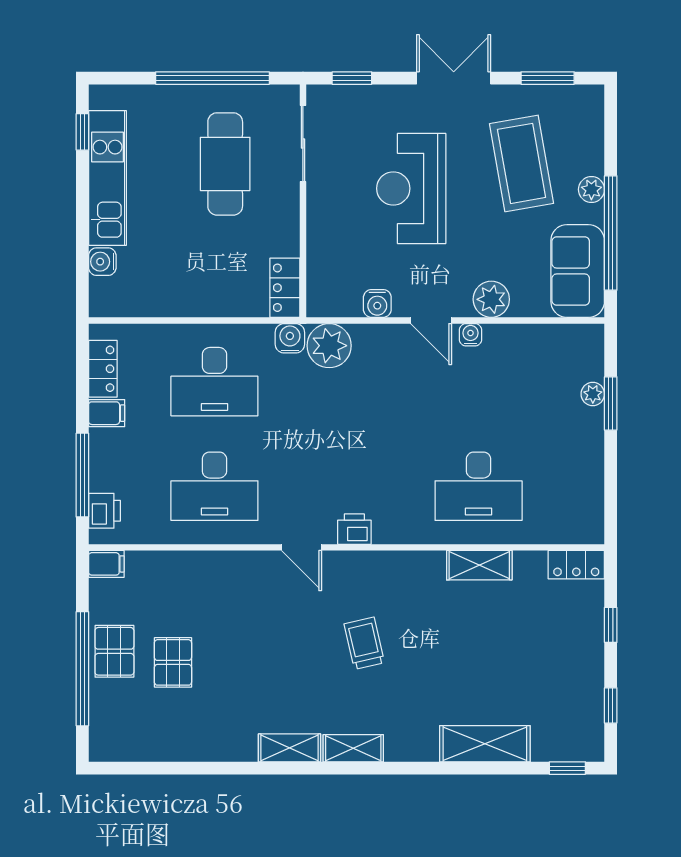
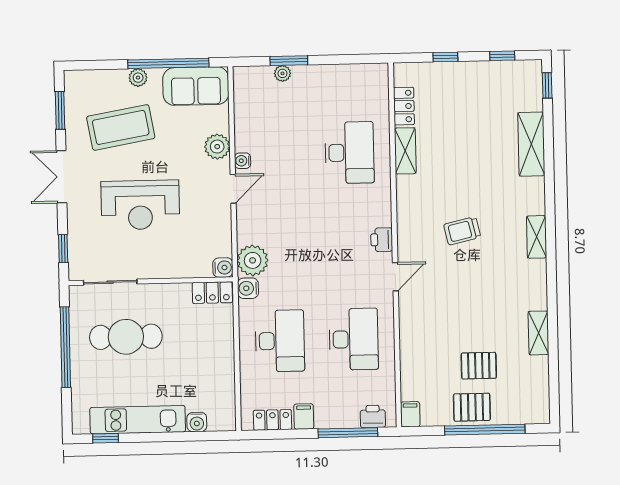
water cooler: (377, 303) -> (223, 268), moved
locker: (576, 565) -> (404, 106), moved
shelving: (290, 748) -> (538, 333), moved

